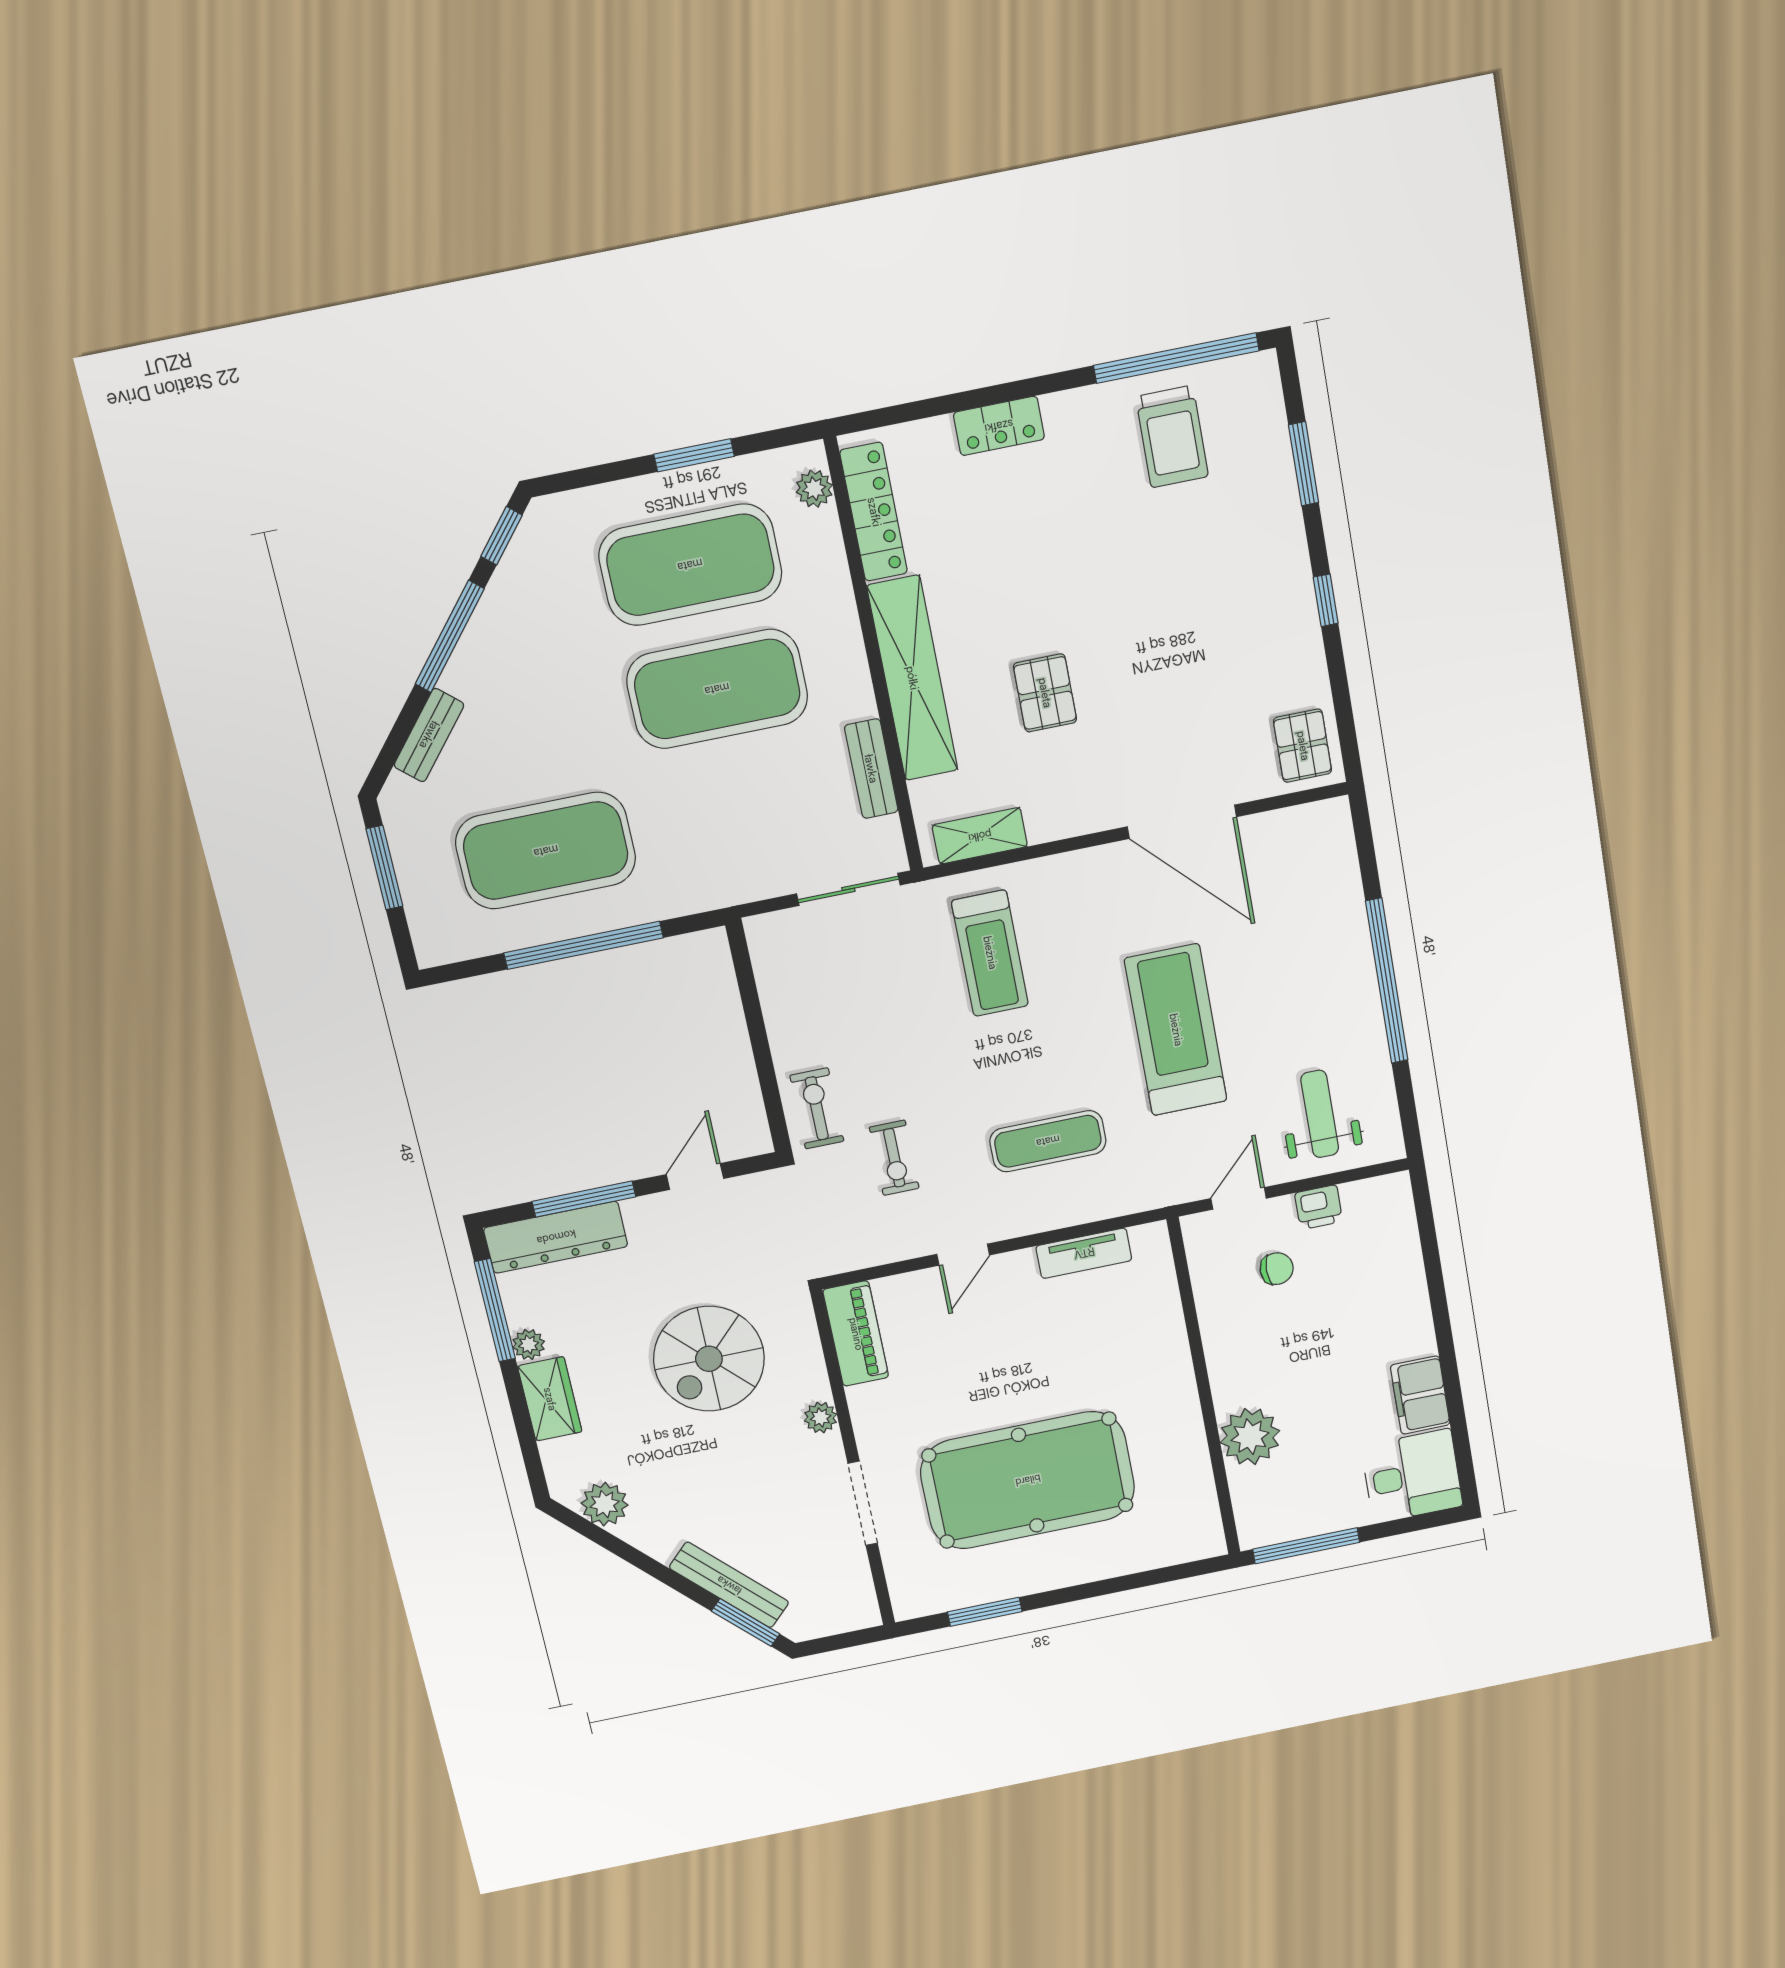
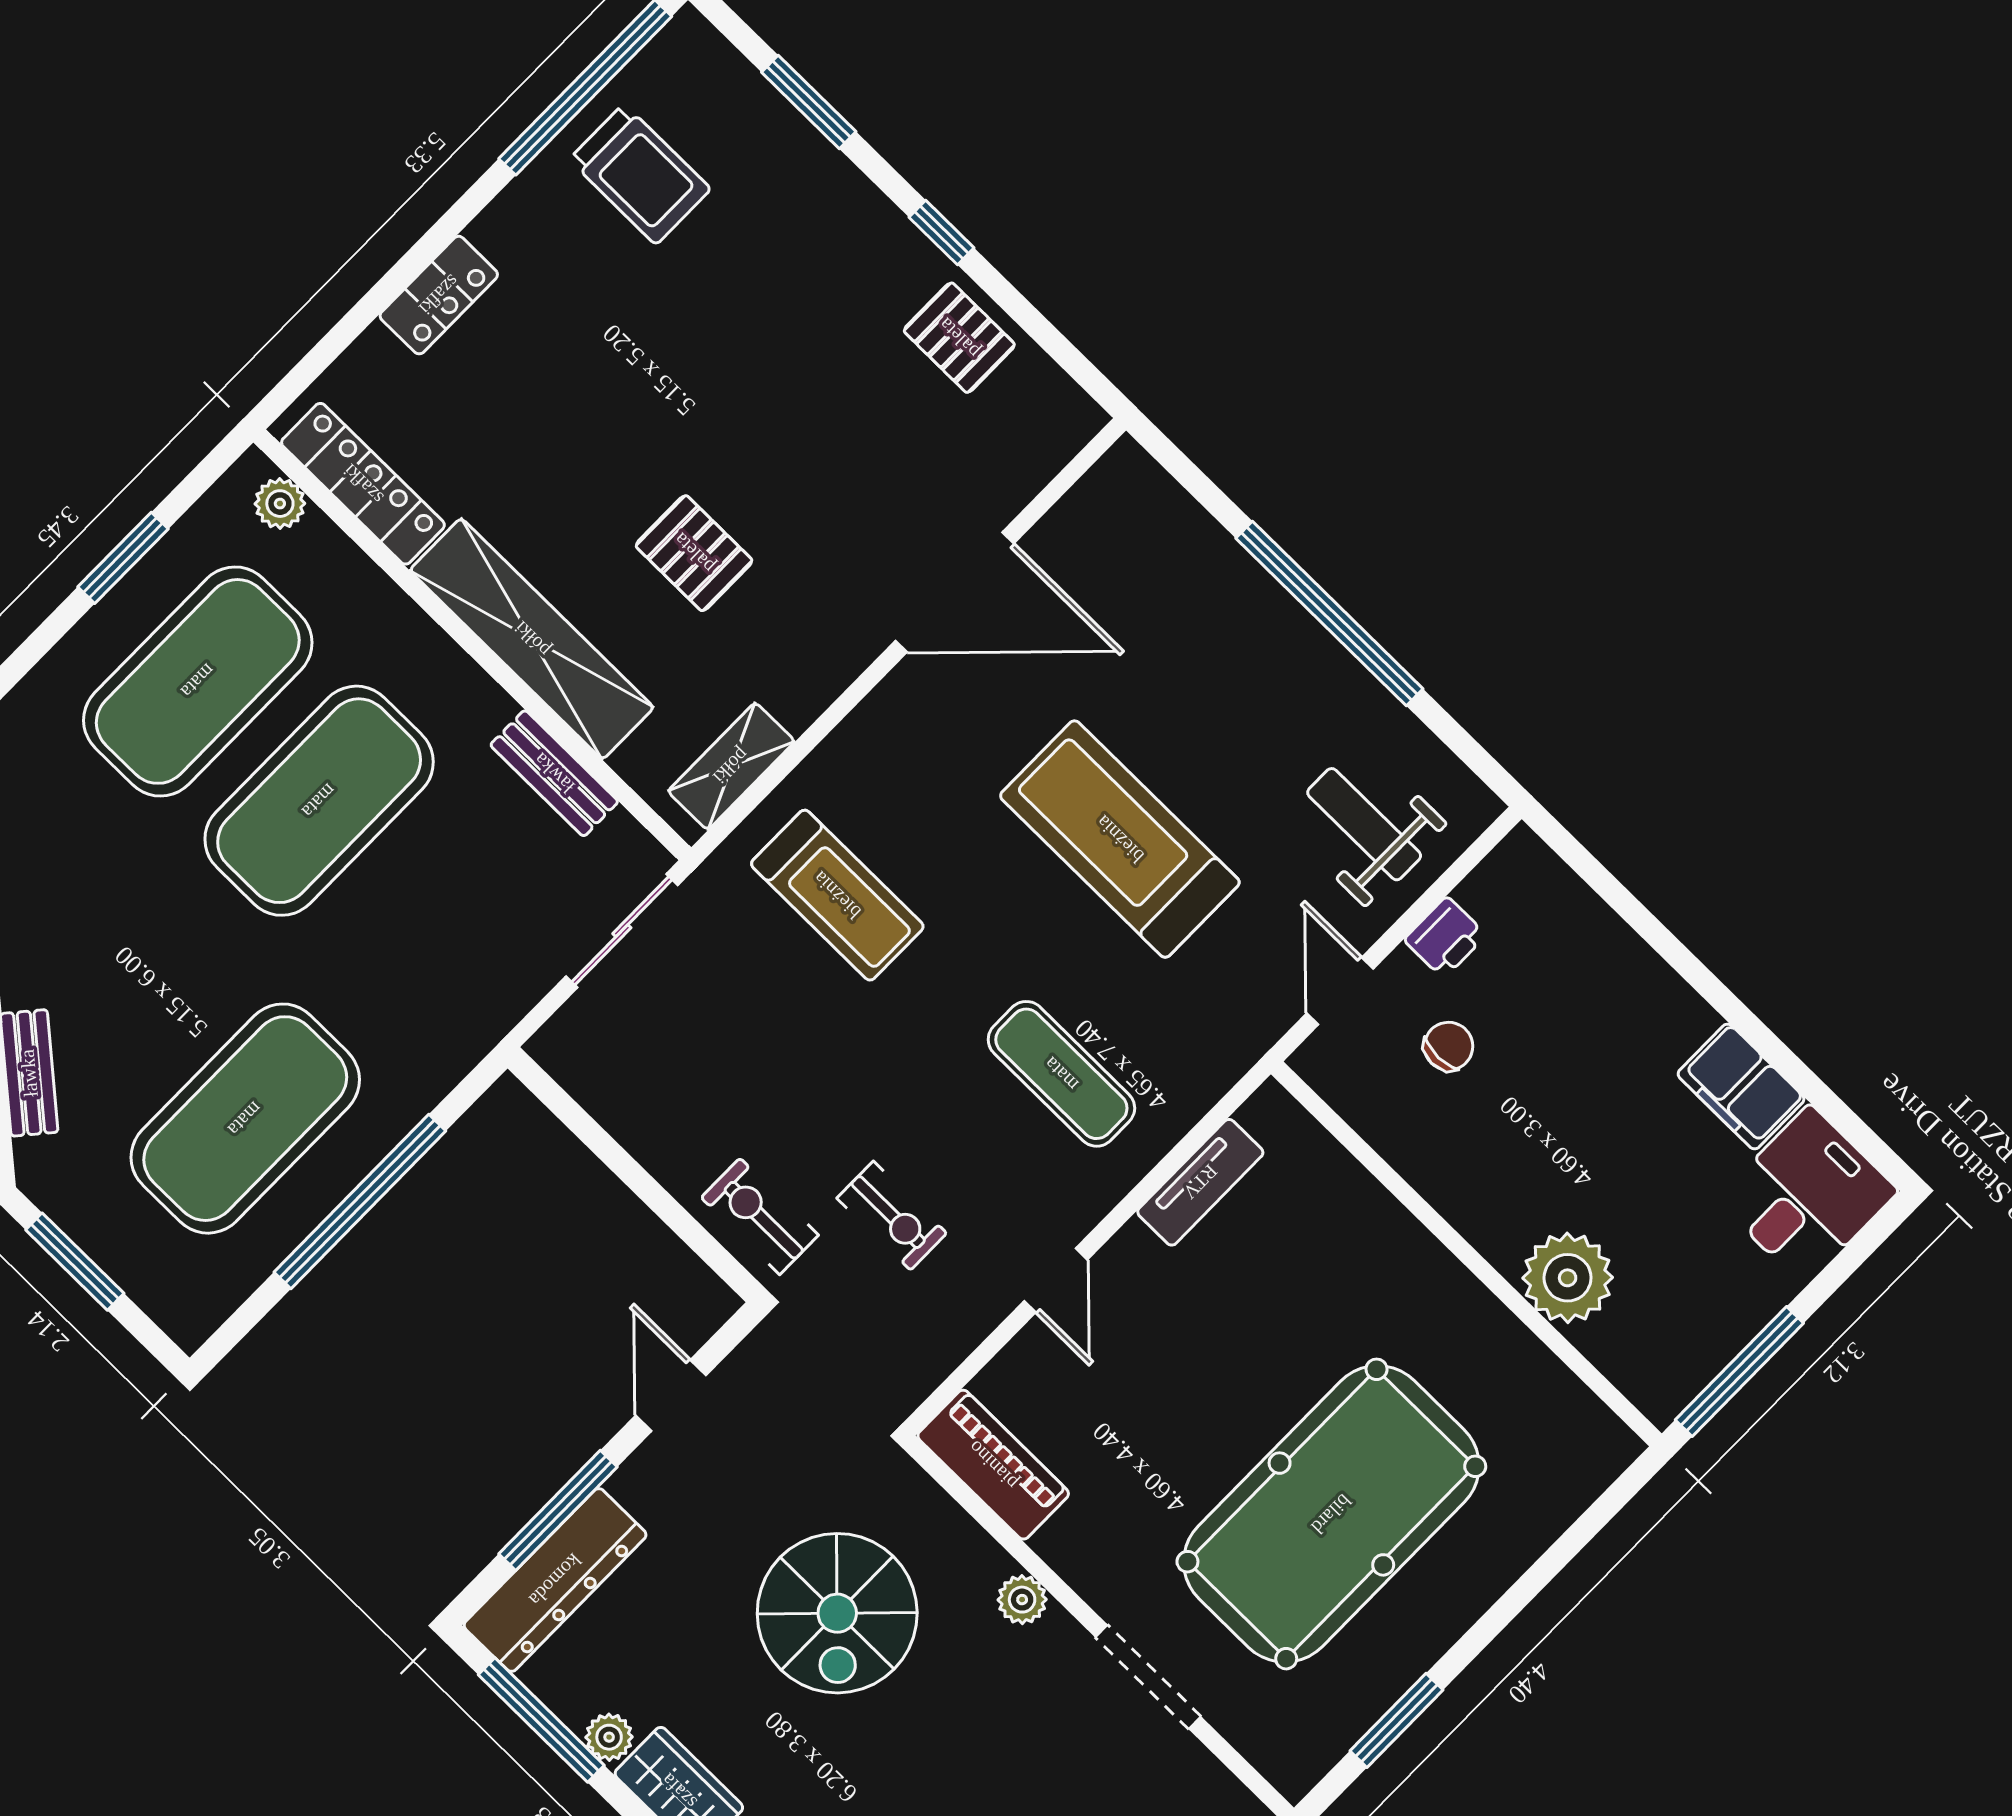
pallet: (1303, 746) -> (959, 338), moved
exercise mat: (1048, 1141) -> (1061, 1074), turned 90

